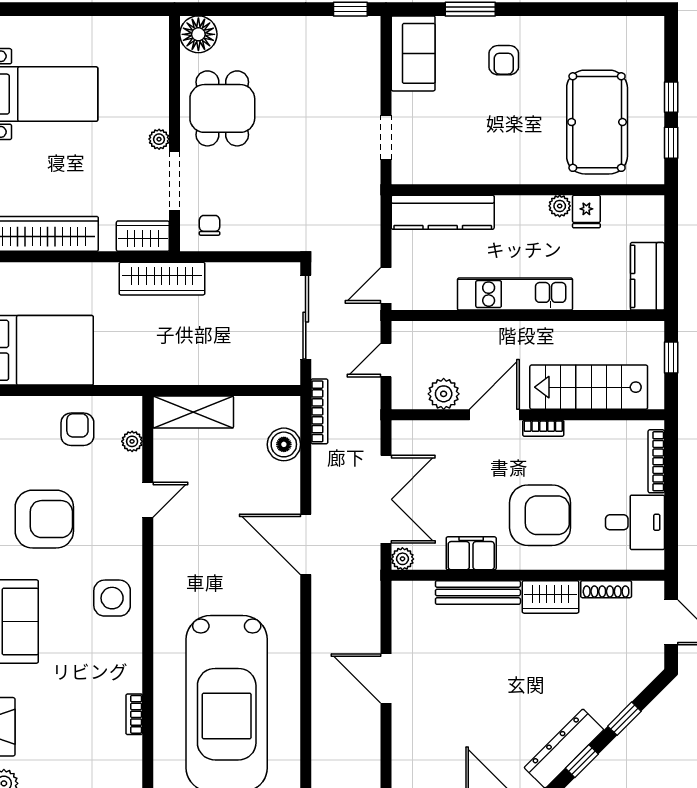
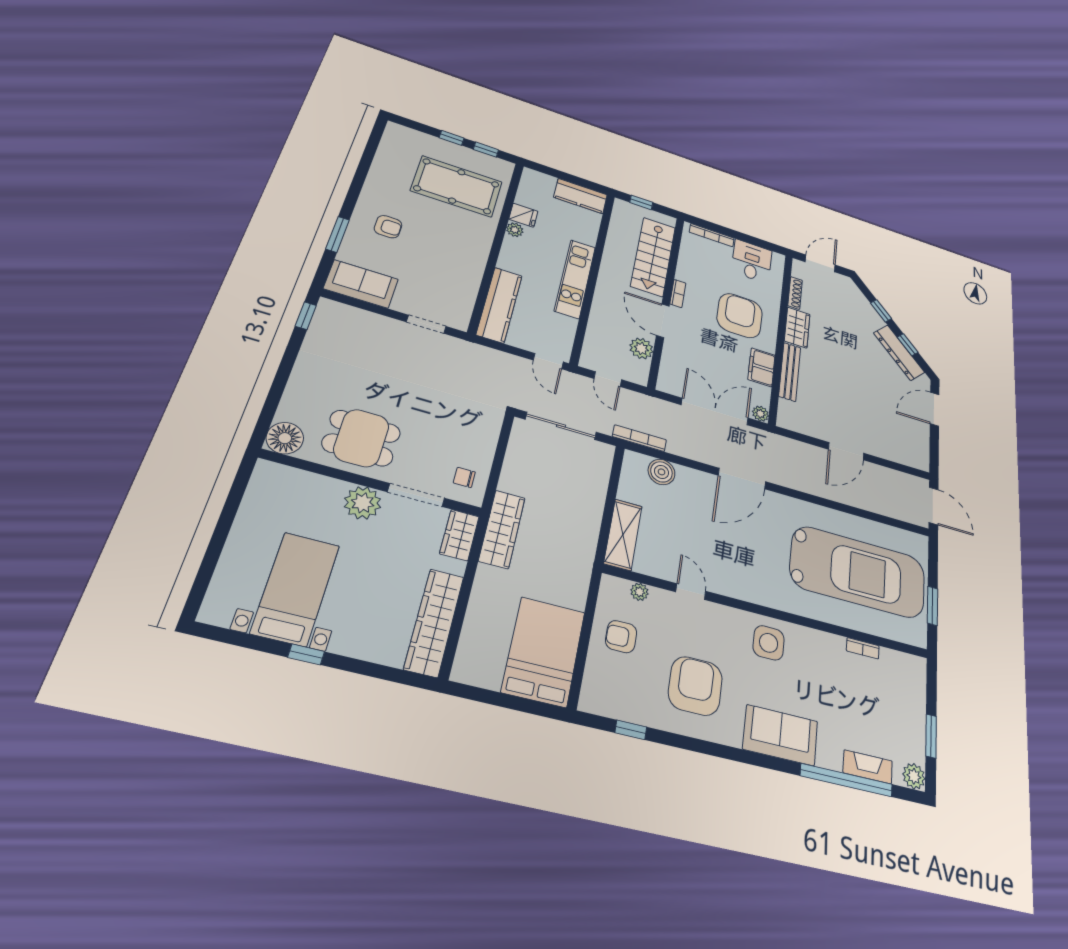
plant: (159, 139) -> (363, 503), width x1.88, depth x1.88

